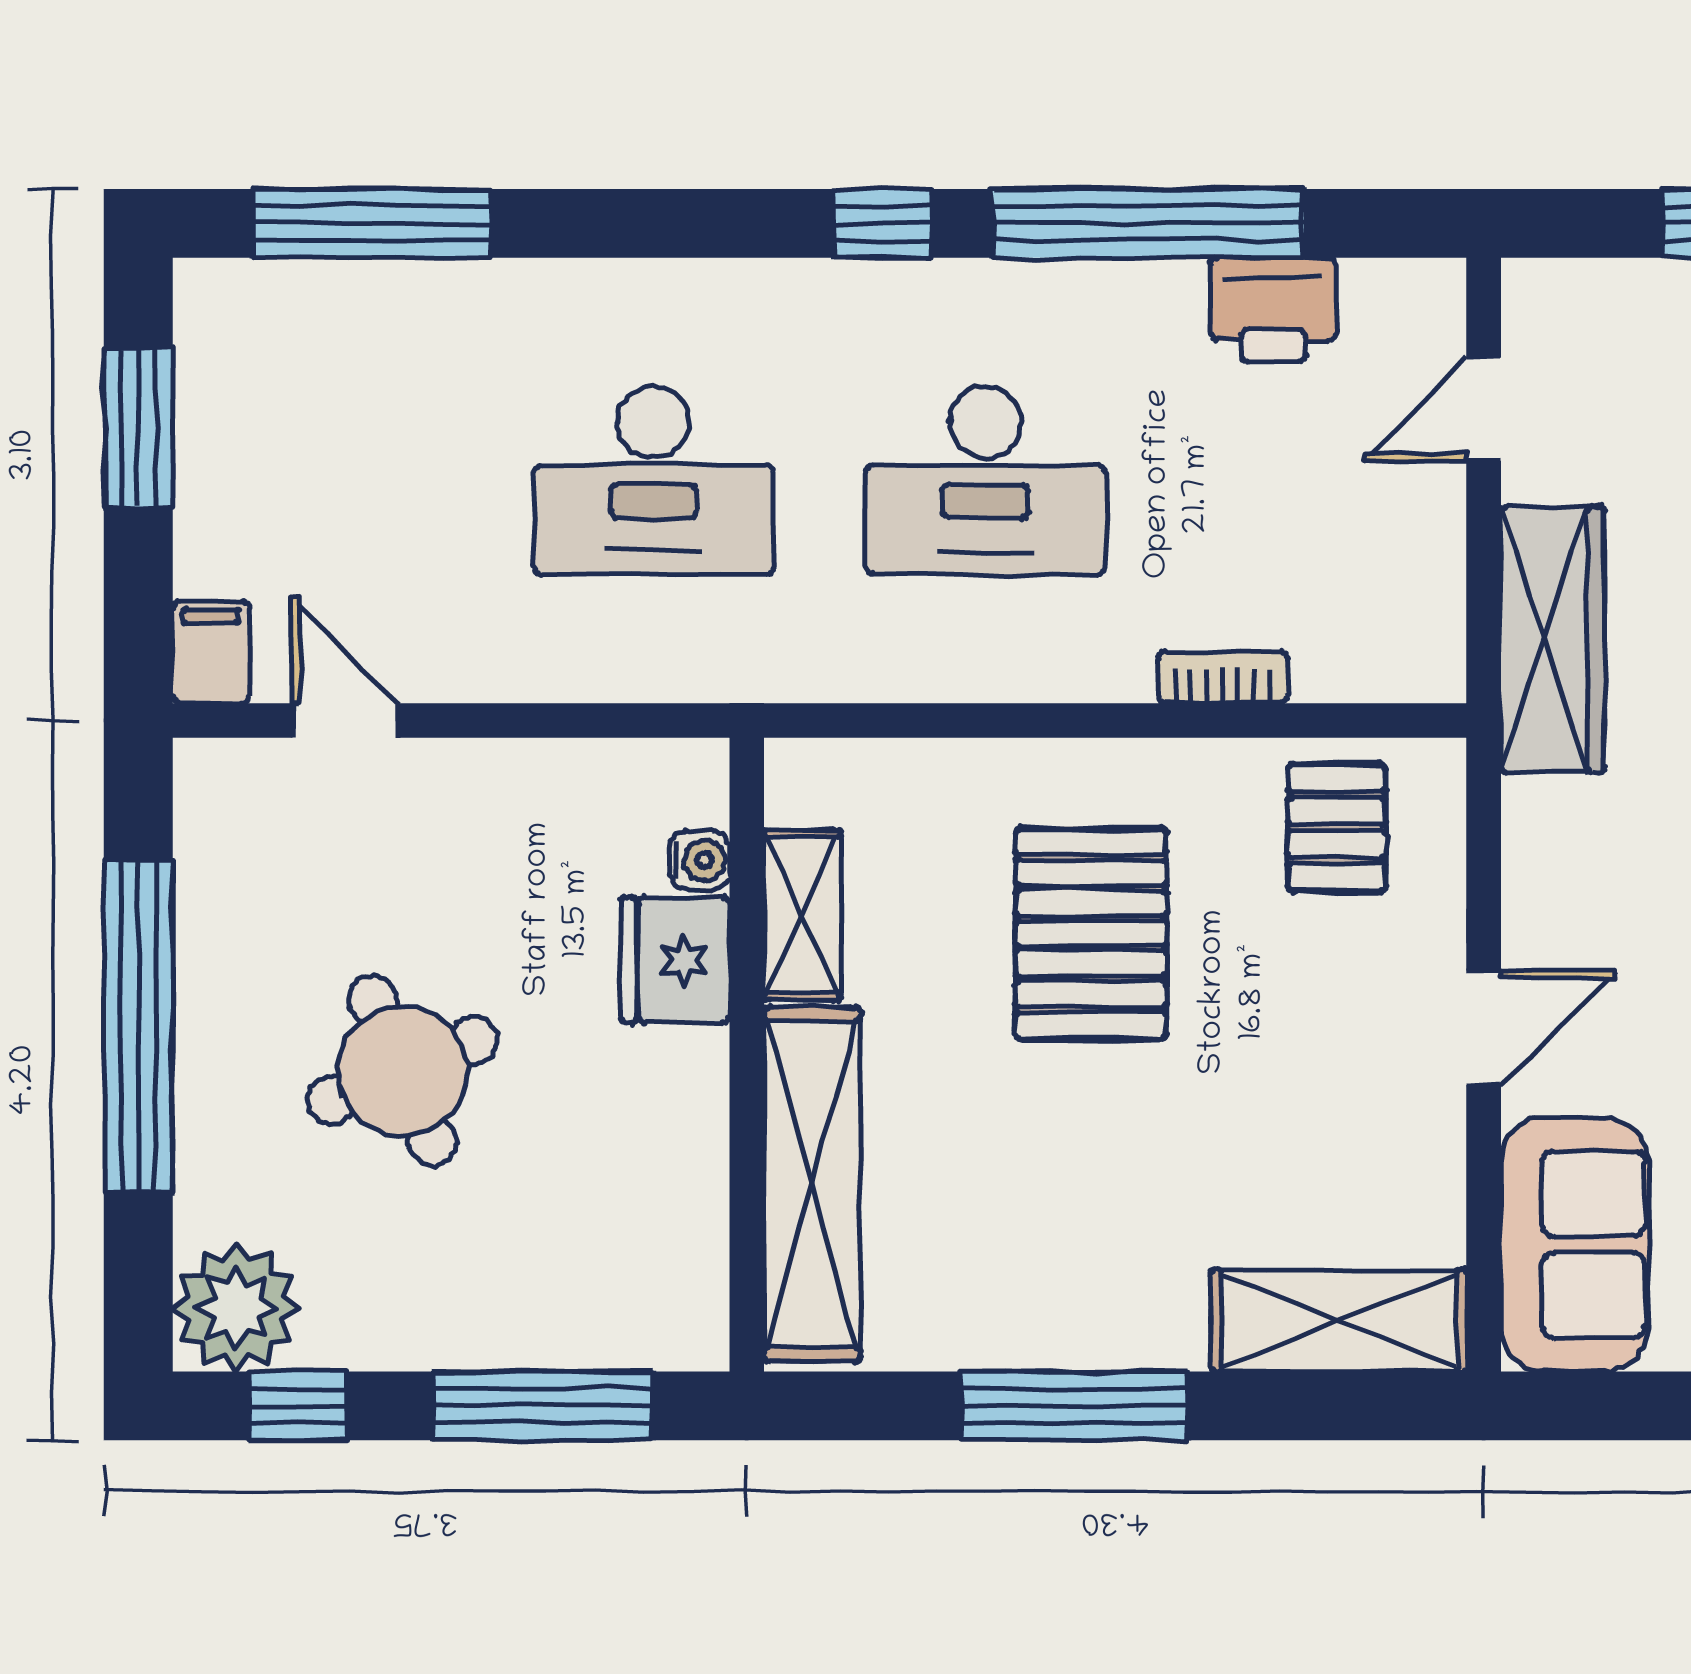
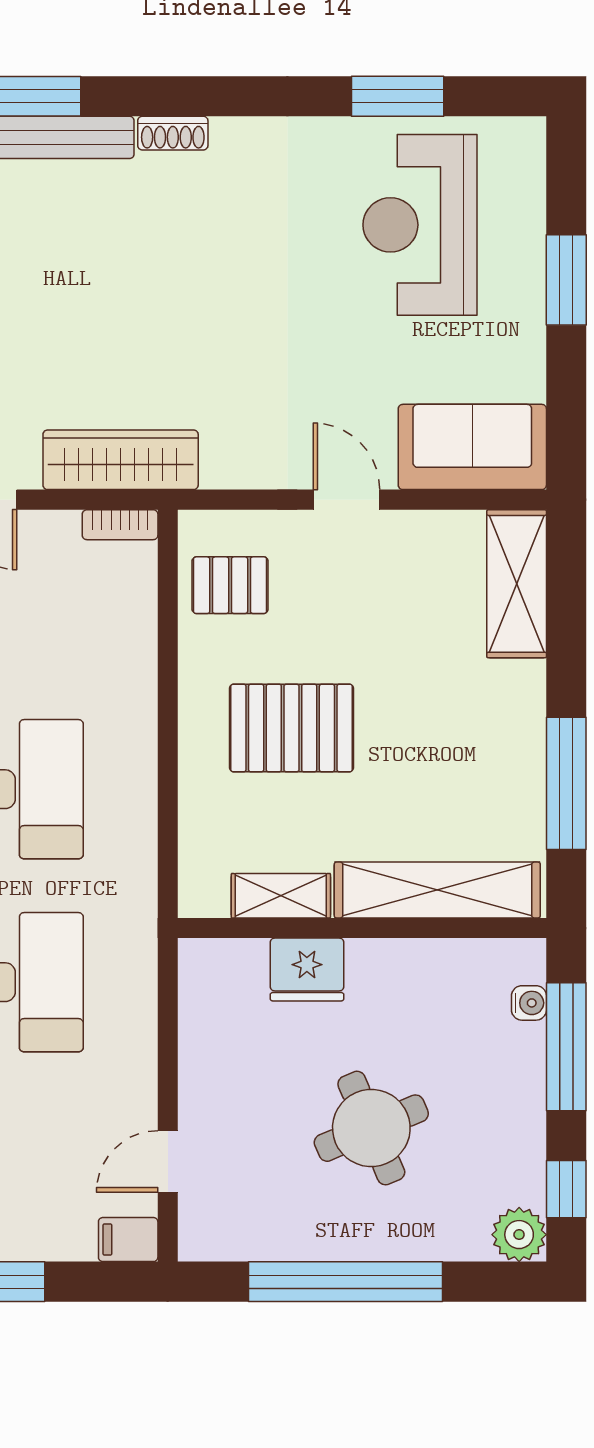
bookcase: (1223, 677) -> (120, 525), moved, turned -90
water cooler: (700, 860) -> (529, 1003), moved, turned 90
plant: (236, 1308) -> (519, 1235), width x0.73, depth x0.73
window: (1074, 1406) -> (566, 783), moved

